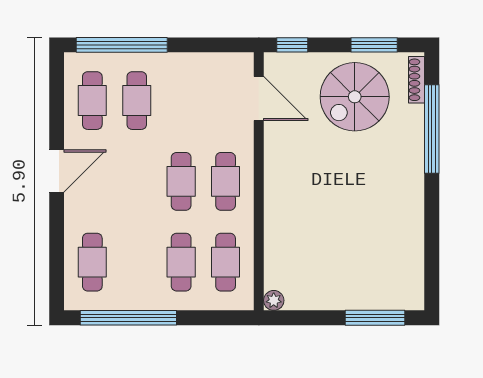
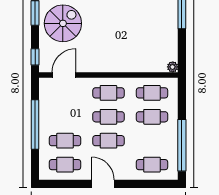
window: (122, 45) -> (35, 124), moved
spiral stairs: (355, 97) -> (63, 23), turned -90
cafe table: (137, 181) -> (108, 141), added

